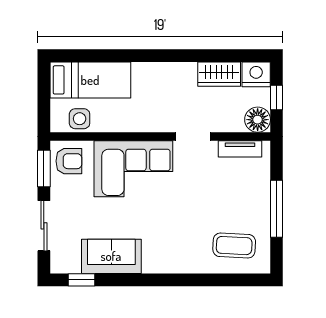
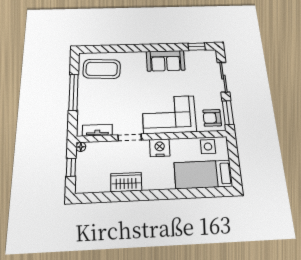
wardrobe: (219, 74) -> (126, 182), moved
nightstand: (256, 74) -> (160, 148), moved, turned 180
floor lamp: (258, 120) -> (81, 147), width x0.53, depth x0.53
coffee table: (234, 246) -> (102, 69), width x1.36, depth x1.32
sofa: (111, 256) -> (166, 61), moved

